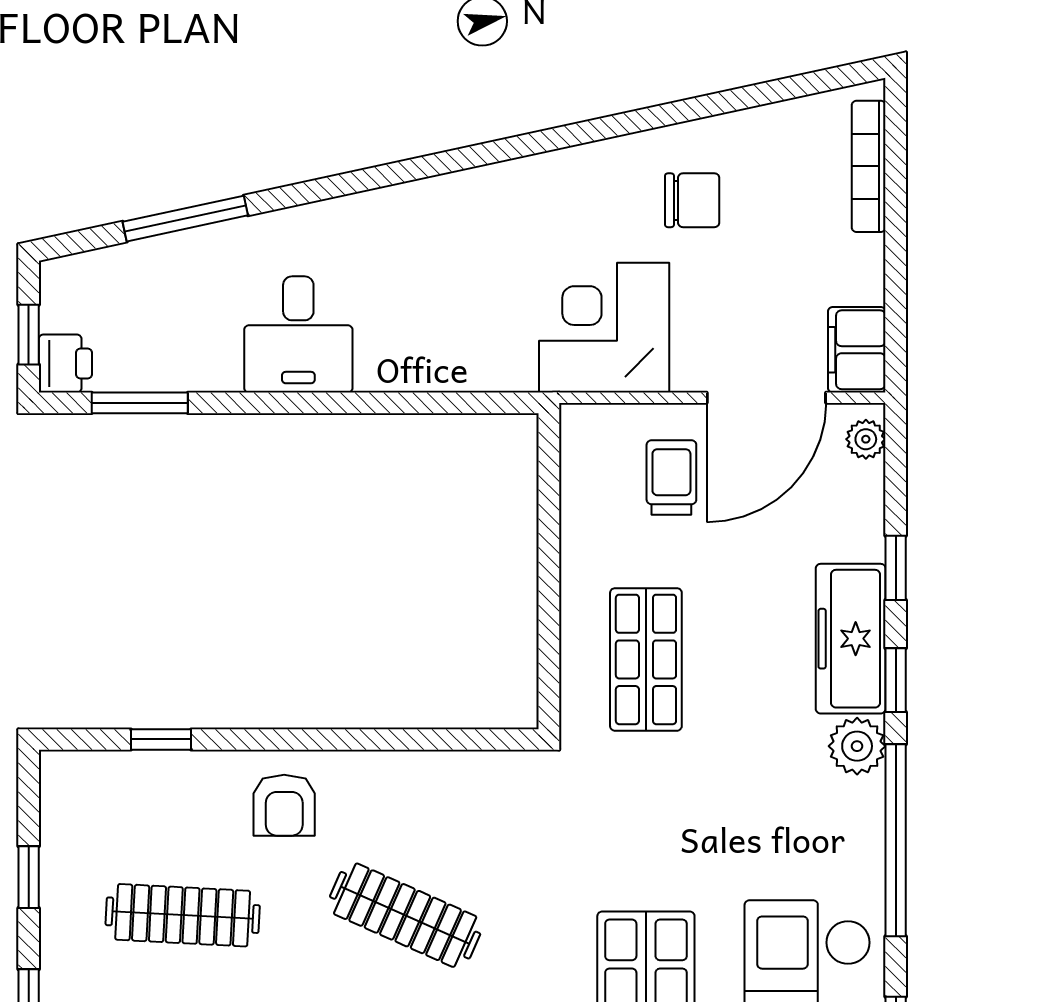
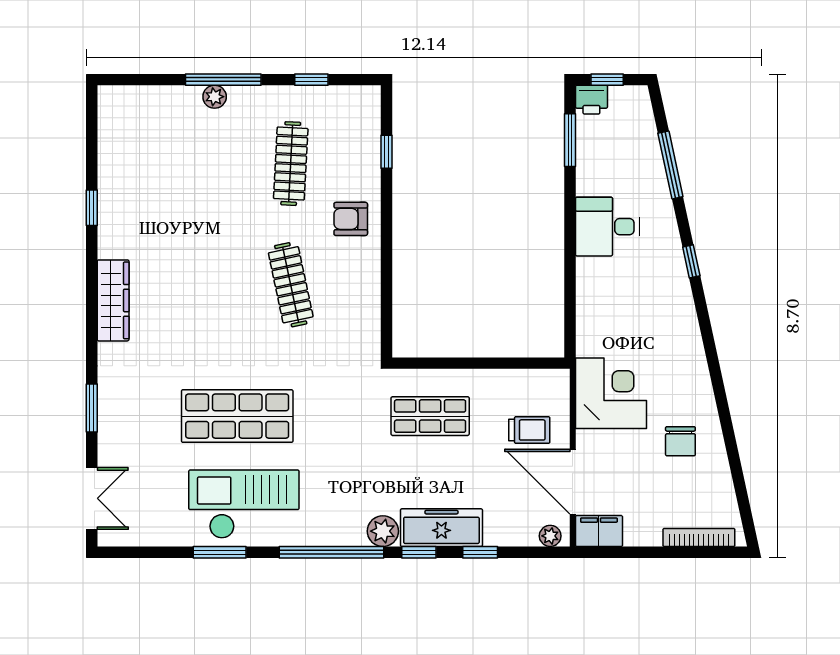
window: (362, 180) -> (691, 261), added
clothes rail: (405, 915) -> (291, 285), turned -36

